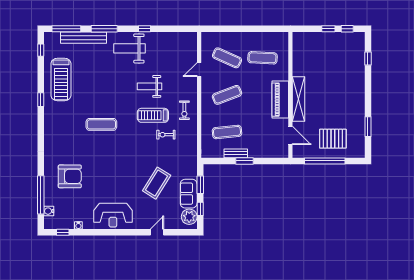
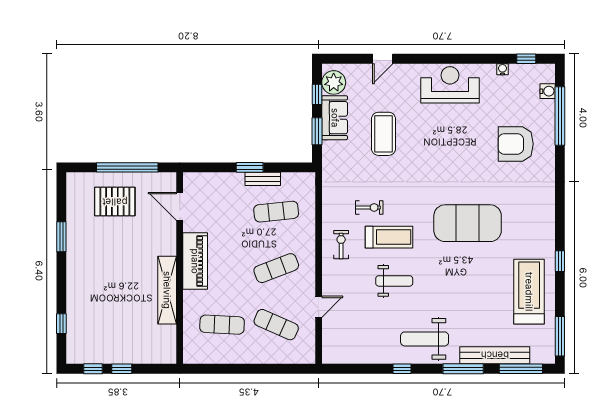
weight bench: (130, 48) -> (425, 339), turned 180
window: (41, 50) -> (560, 336), width x2.17
shelving: (299, 99) -> (167, 290), moved
exercise mat: (101, 124) -> (468, 223), width x2.00, depth x1.45
window: (368, 127) -> (61, 237), moved
coffee table: (157, 183) -> (383, 134), turned -32

